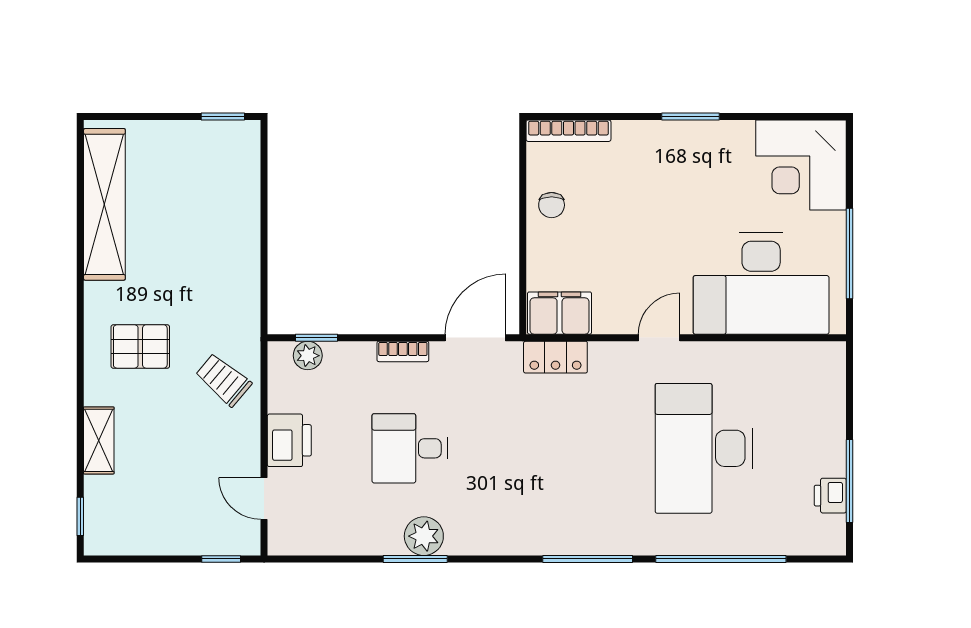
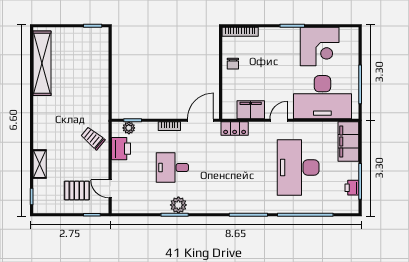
corner desk: (801, 165) -> (320, 47), moved, turned -90
filing cabinet: (560, 313) -> (251, 110), moved
pallet: (140, 346) -> (77, 191), moved
filing cabinet: (822, 387) -> (348, 141), added
printer: (289, 440) -> (121, 149), moved

